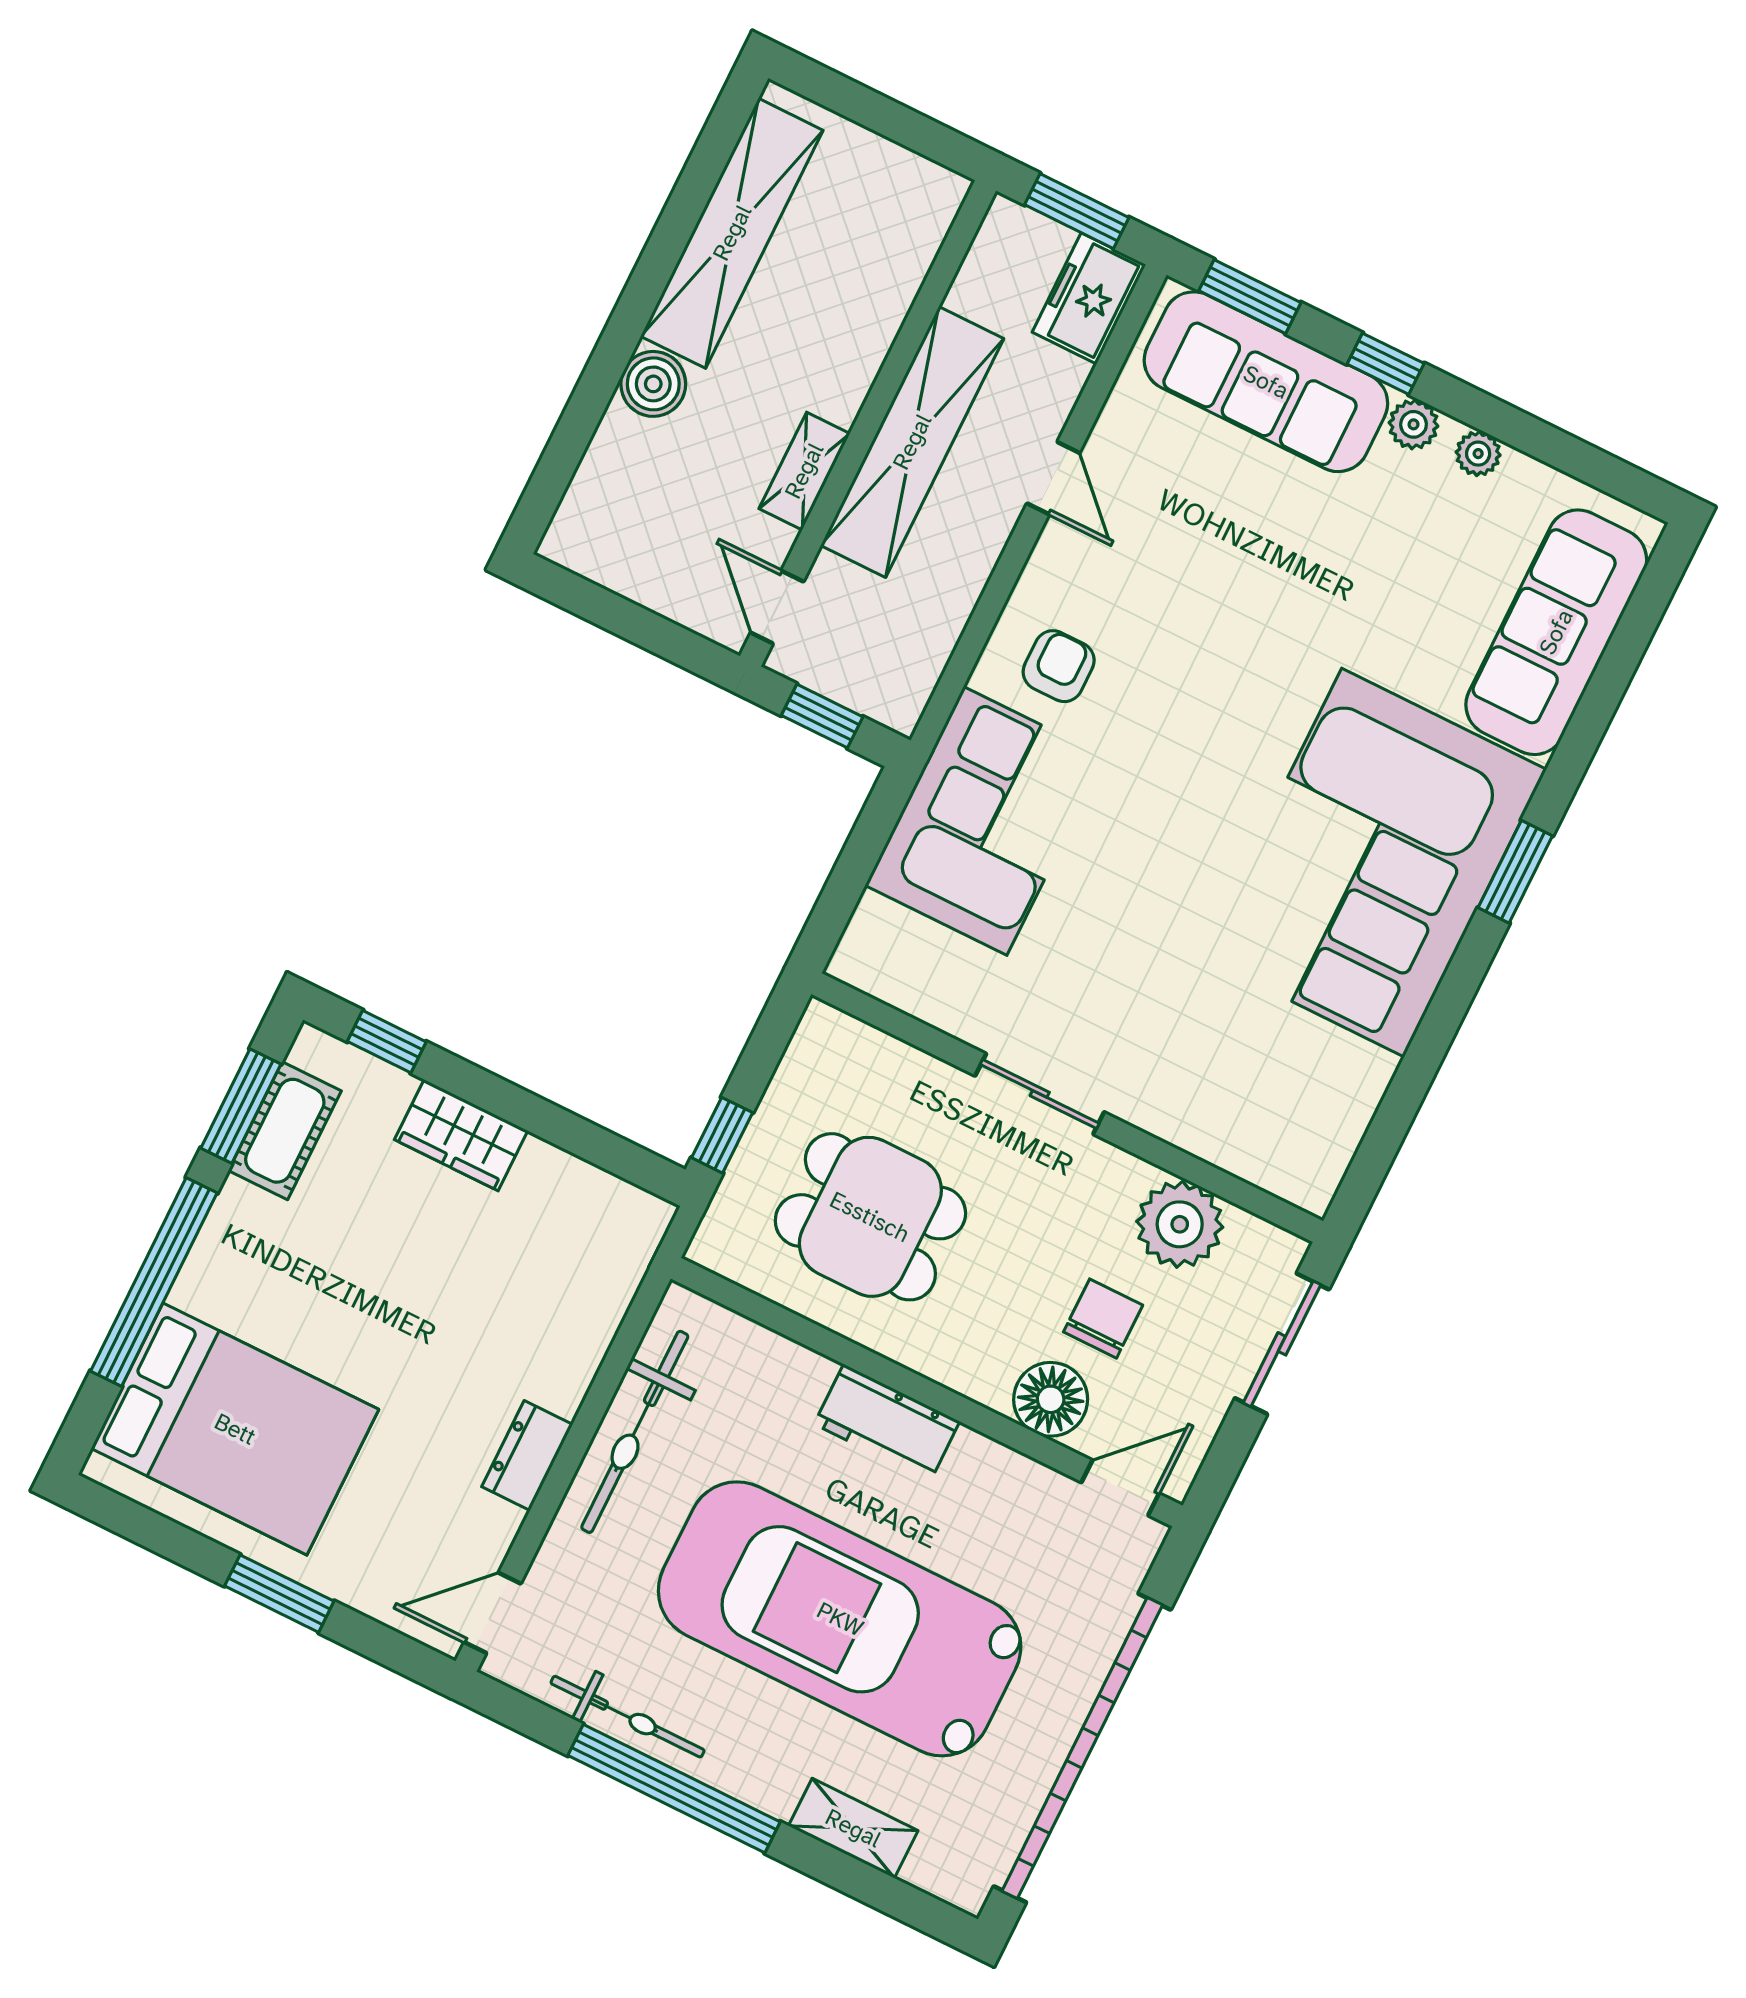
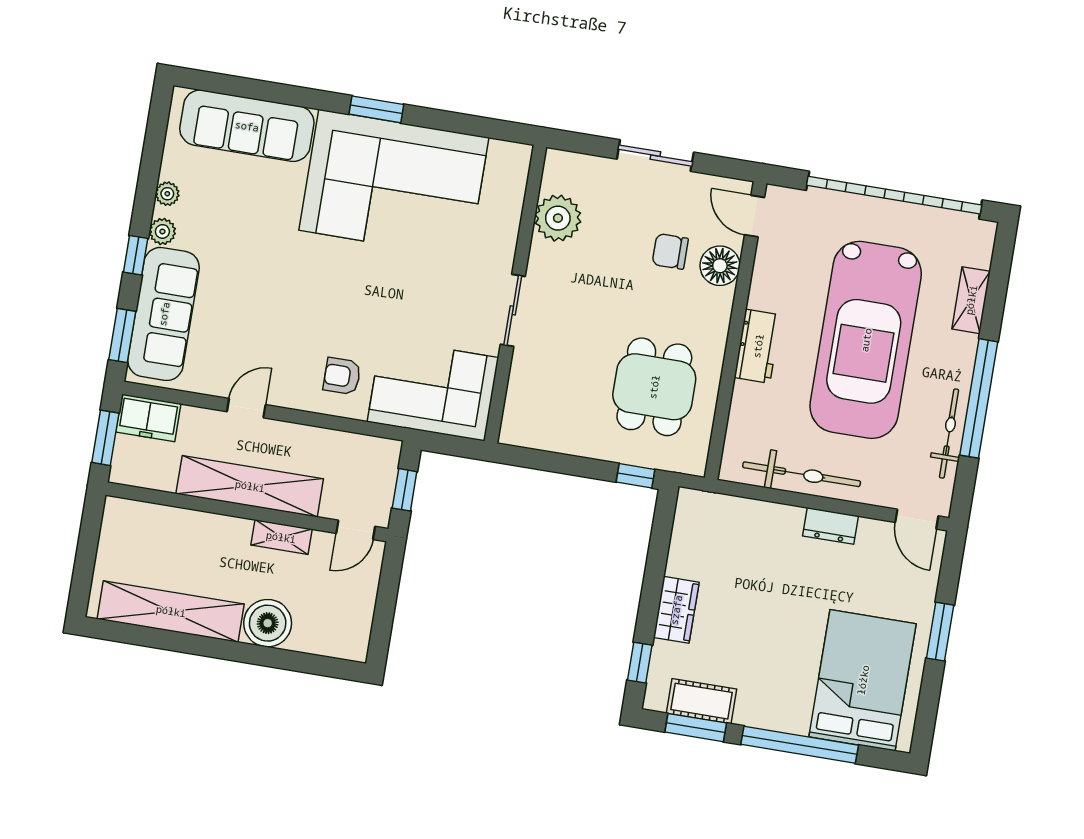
boiler: (653, 384) -> (268, 623), width x1.37, depth x1.37
sliding door: (1040, 1094) -> (513, 310), moved
wall: (1067, 1108) -> (515, 294), moved
plant: (1180, 1224) -> (558, 218), moved

